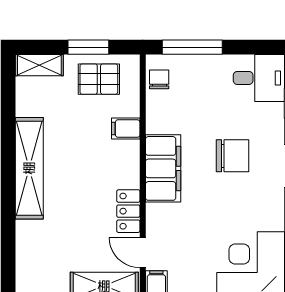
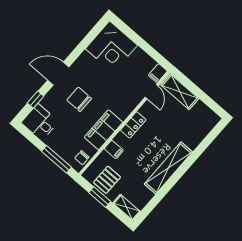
pallet: (99, 79) -> (107, 180), turned 90
filing cabinet: (163, 168) -> (104, 130), moved
locker: (128, 211) -> (133, 125), moved

